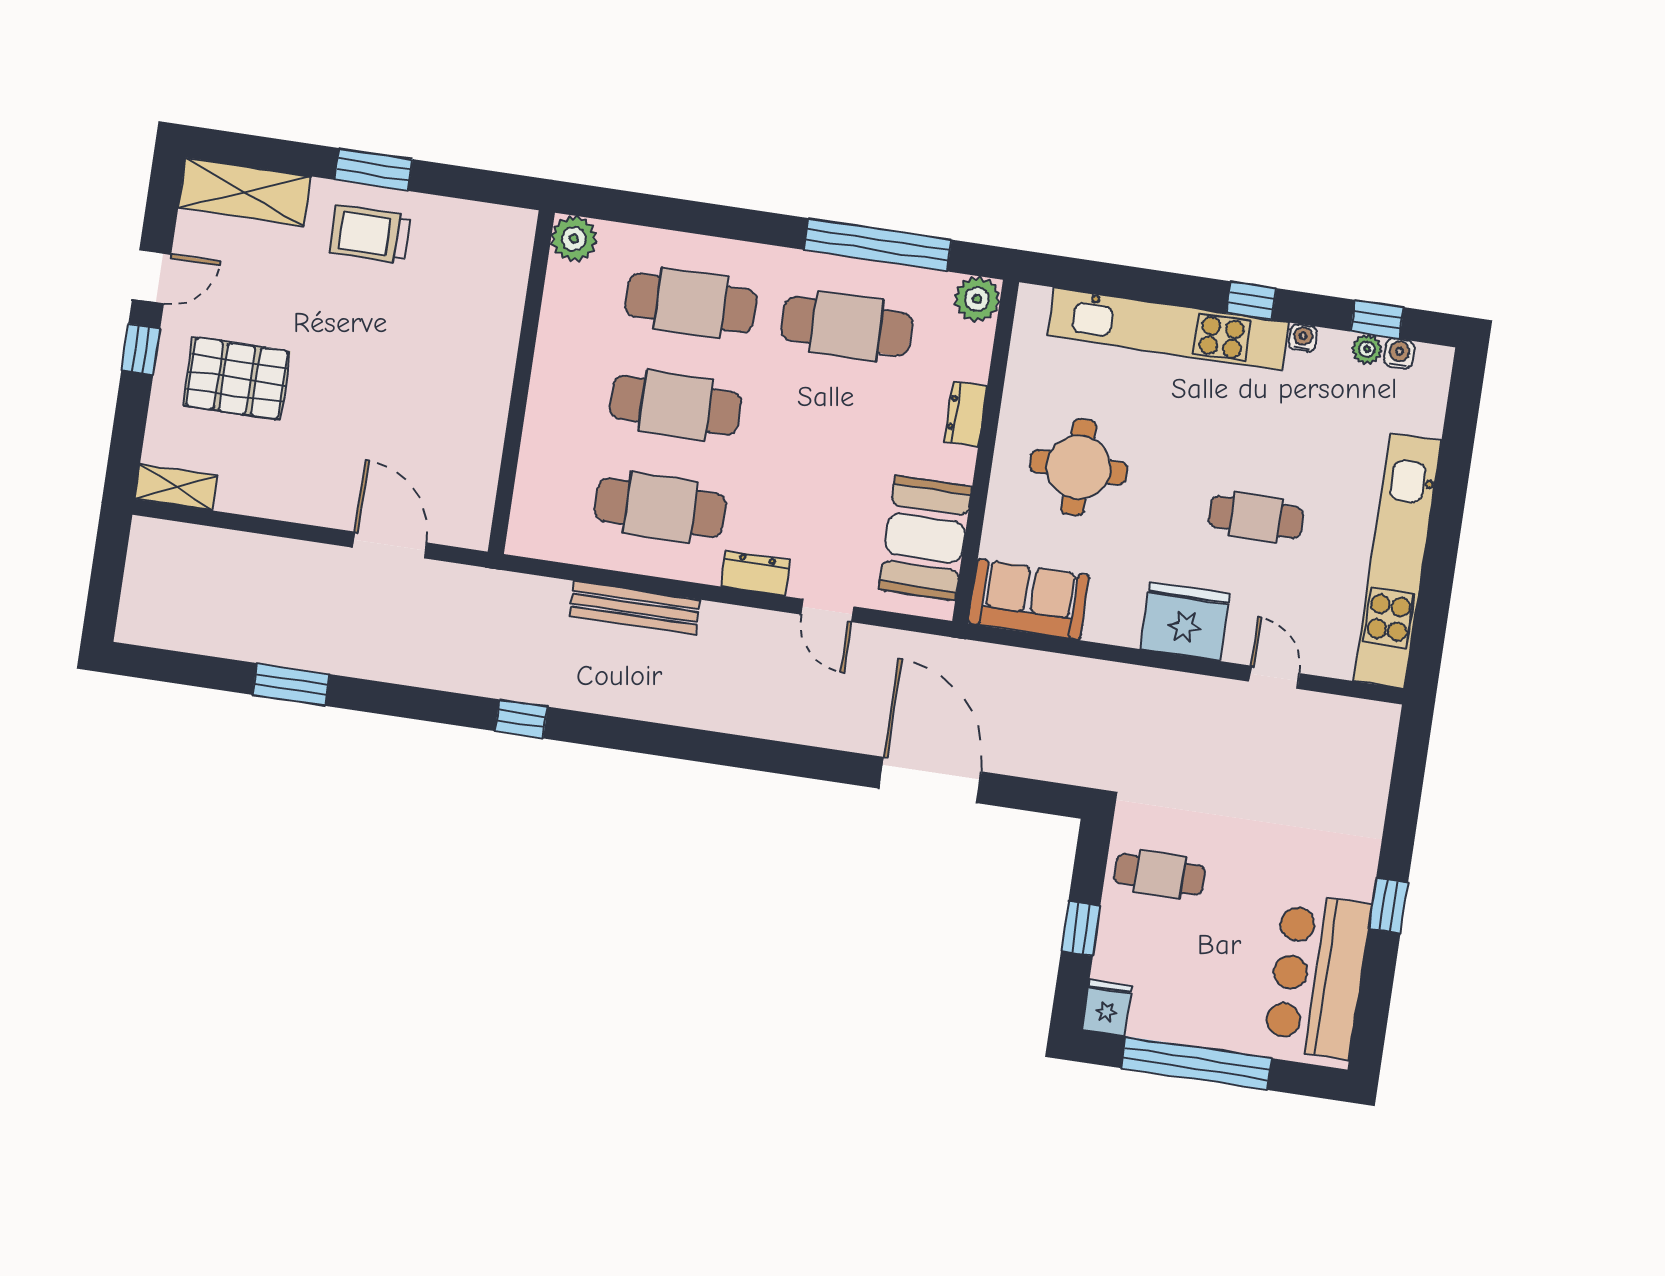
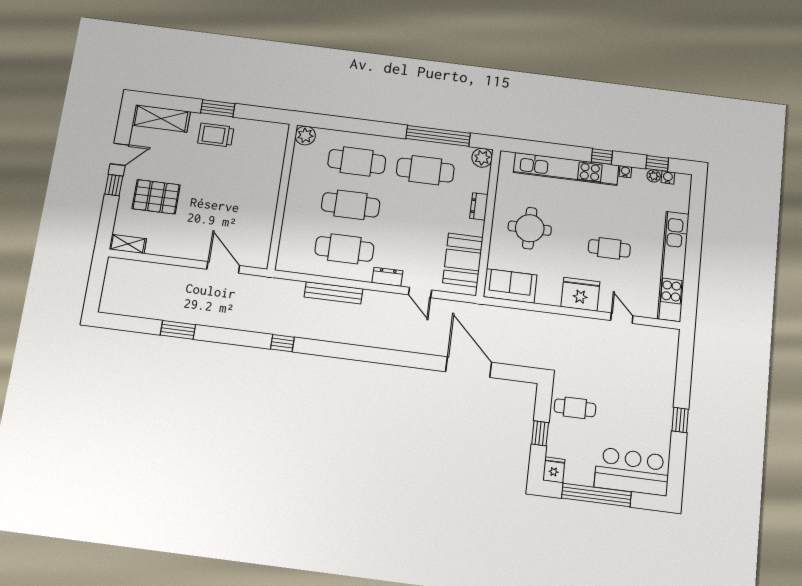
bar counter: (1317, 976) -> (632, 471), moved, turned 90

